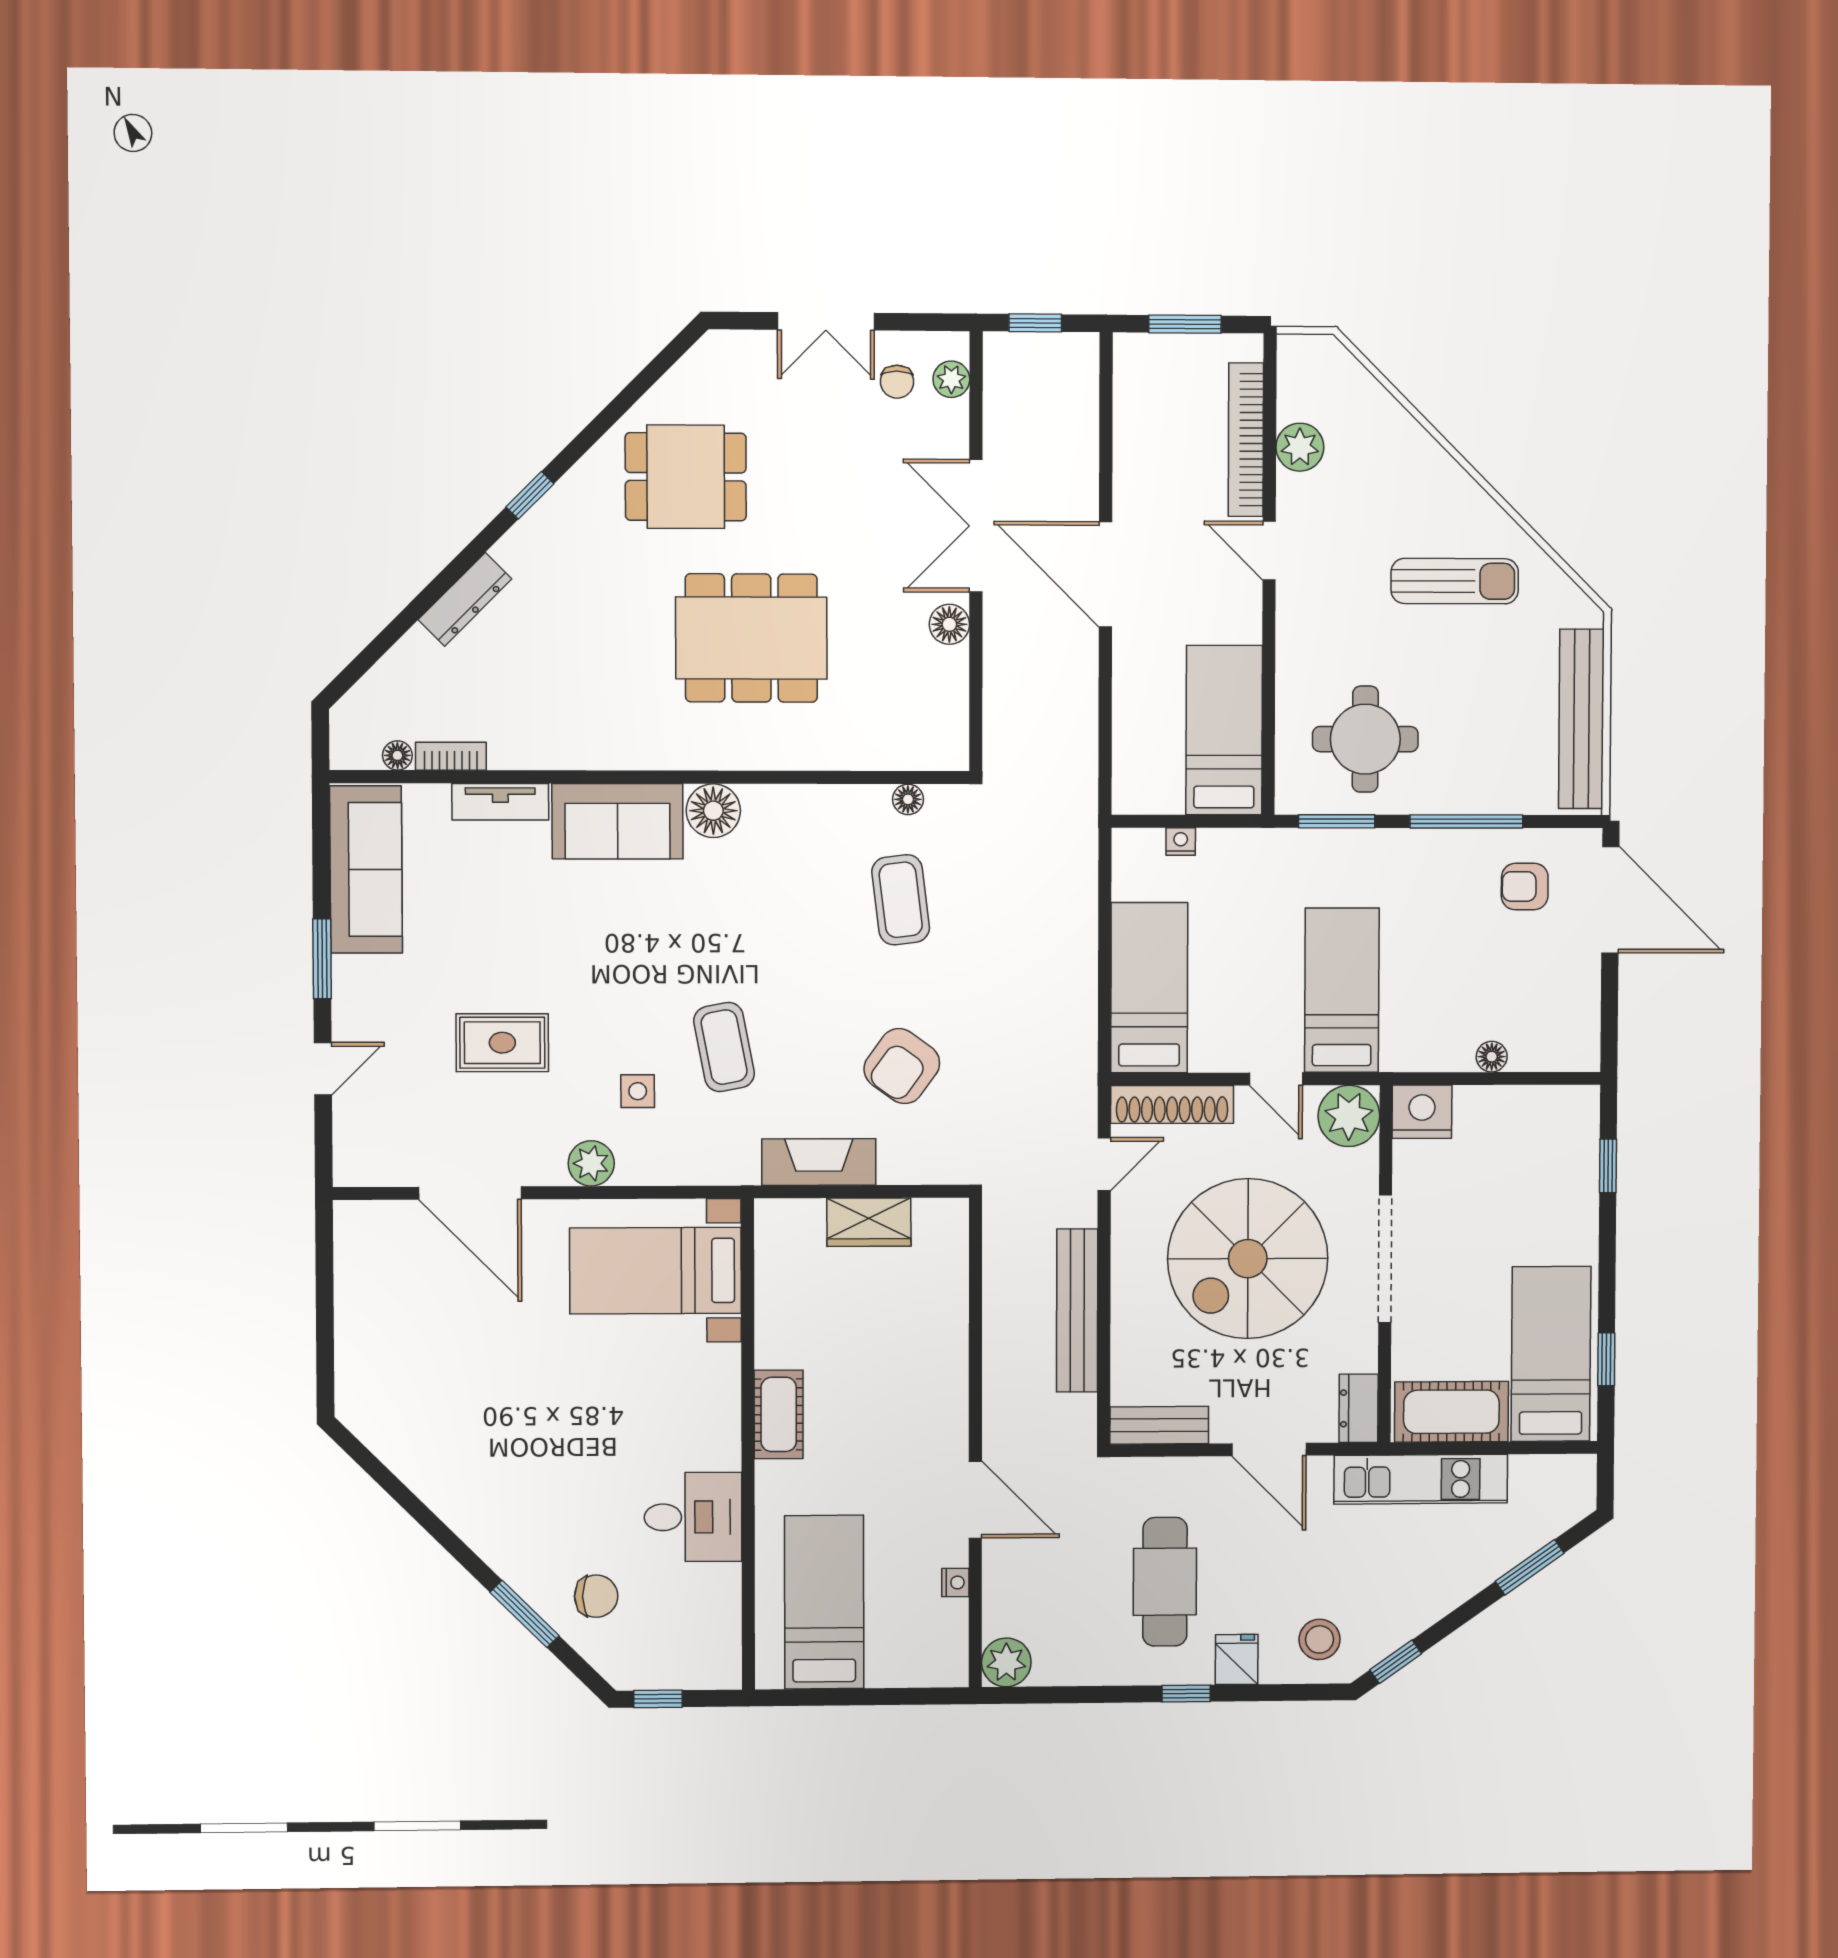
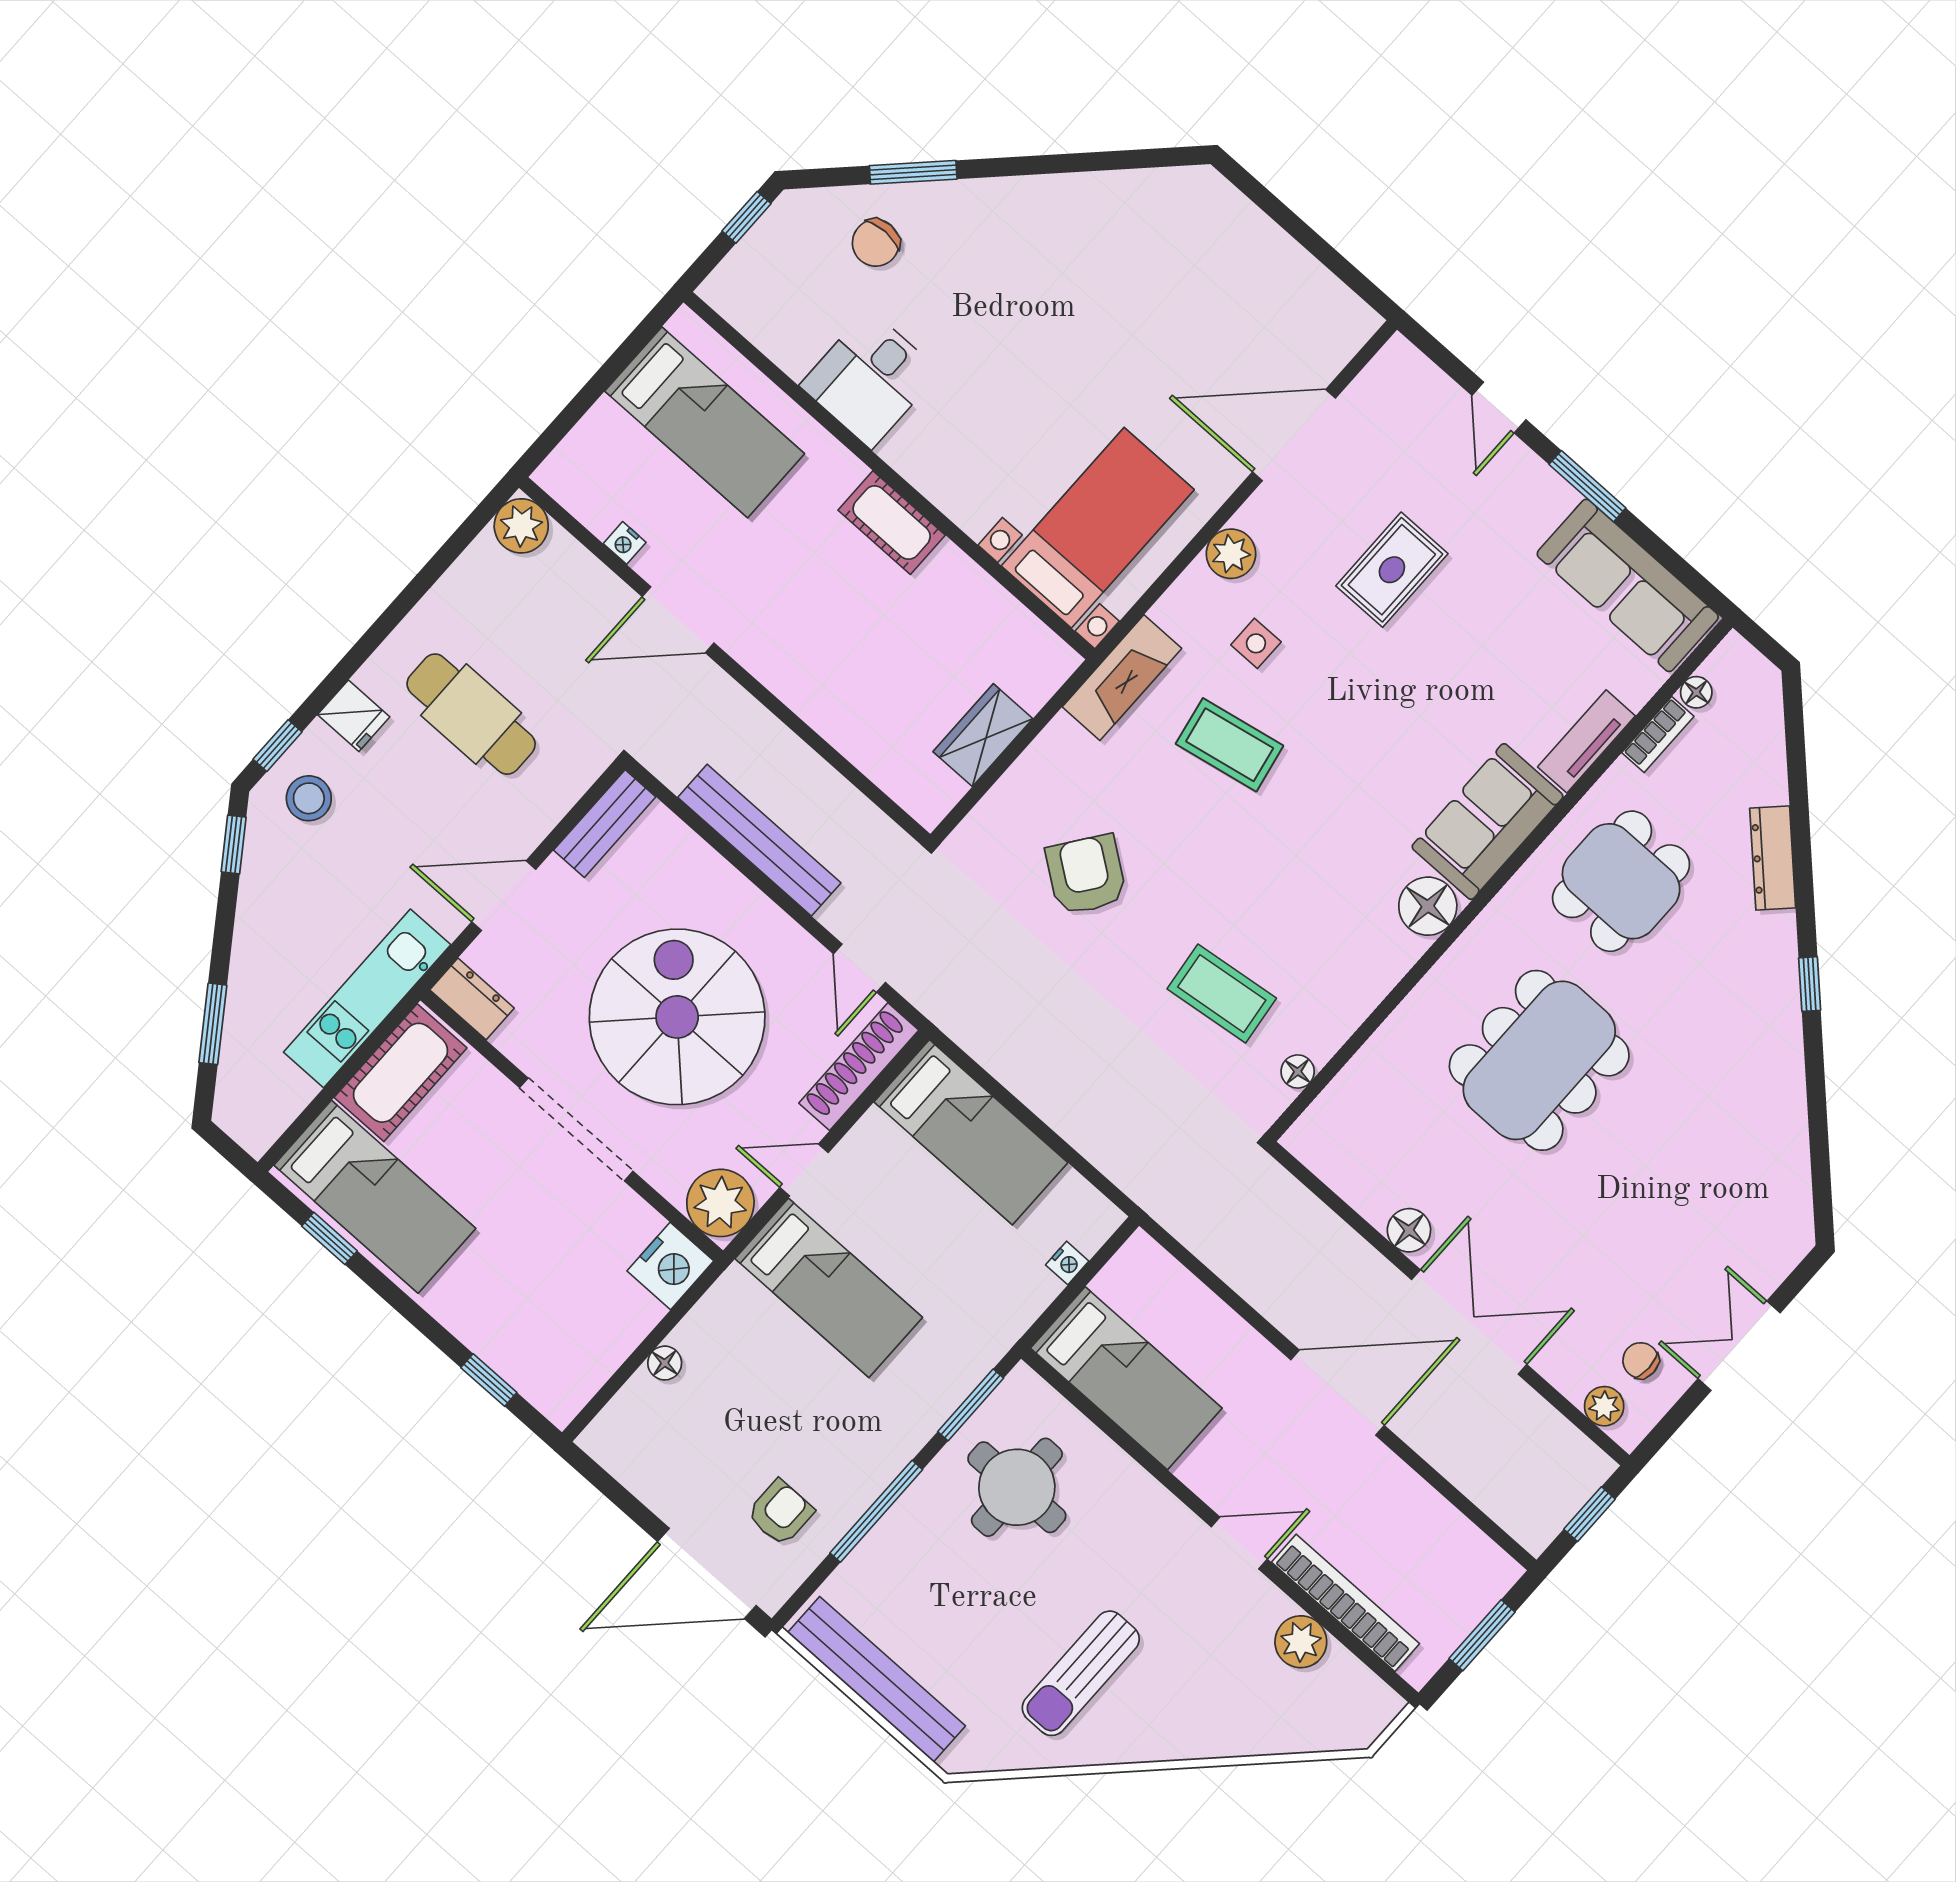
dining table: (686, 477) -> (1621, 881), moved
fireplace: (819, 1162) -> (1122, 678), moved
window: (1186, 1693) -> (277, 746), moved

